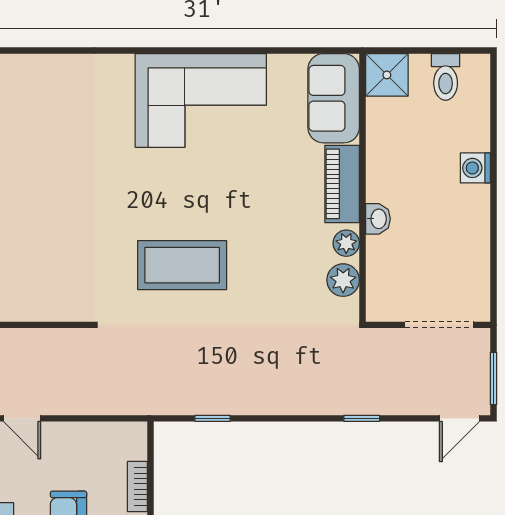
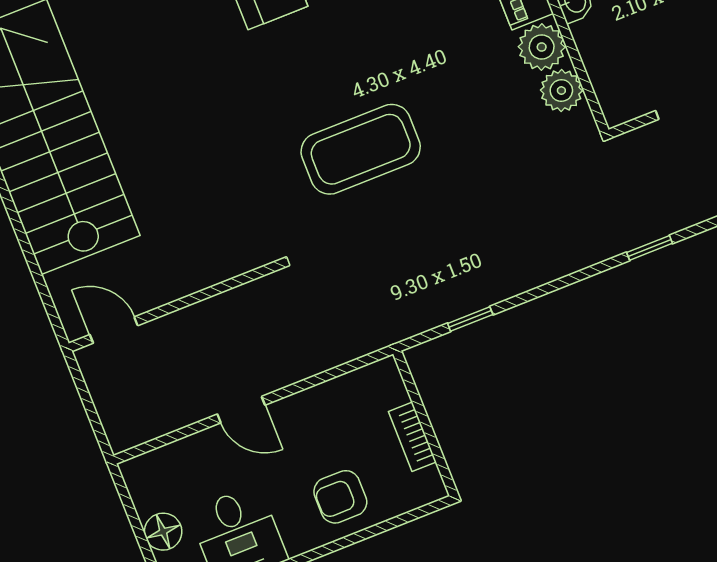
plant: (346, 243) -> (542, 47), width x1.38, depth x1.38

